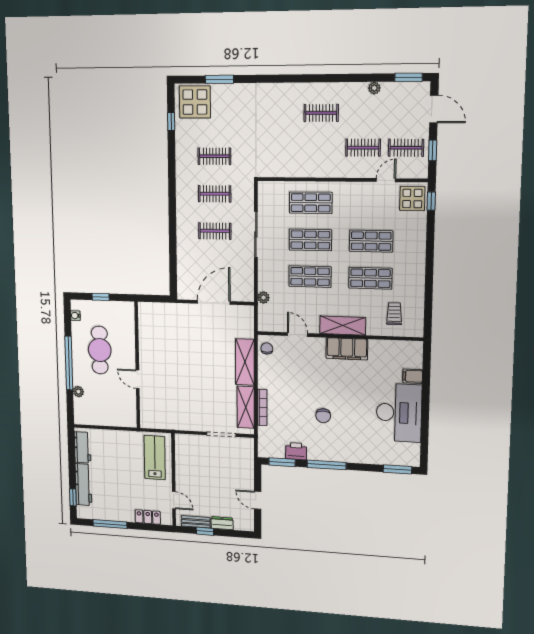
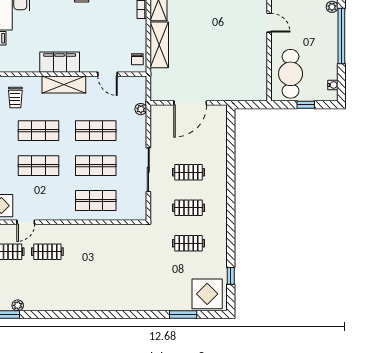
plant: (374, 88) -> (18, 305), moved
clothes rail: (321, 113) -> (87, 283), removed
cafe table: (100, 350) -> (291, 74), moved

